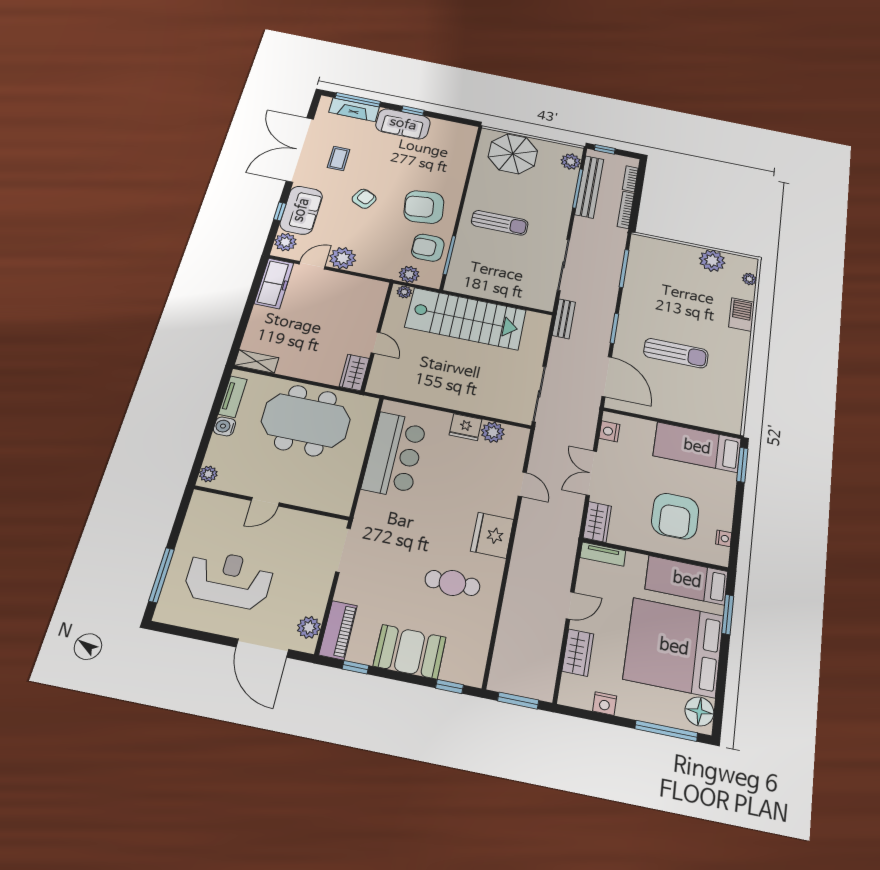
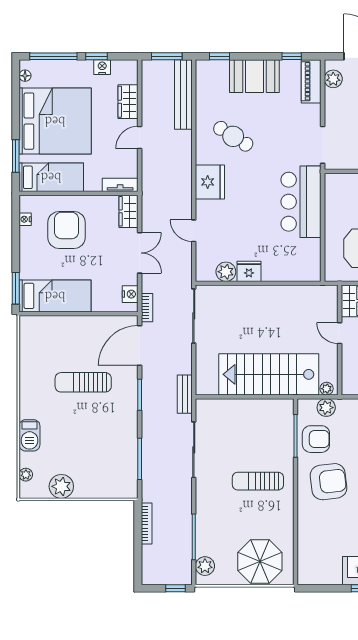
bookcase: (630, 179) -> (147, 308), moved
bench: (589, 187) -> (183, 94), moved
door: (607, 377) -> (140, 345), hinge flipped
bar counter: (395, 455) -> (301, 202), moved
cafe table: (452, 583) -> (233, 136), turned 32
floor lamp: (699, 711) -> (25, 76), width x0.53, depth x0.53
window: (610, 719) -> (96, 56), added

